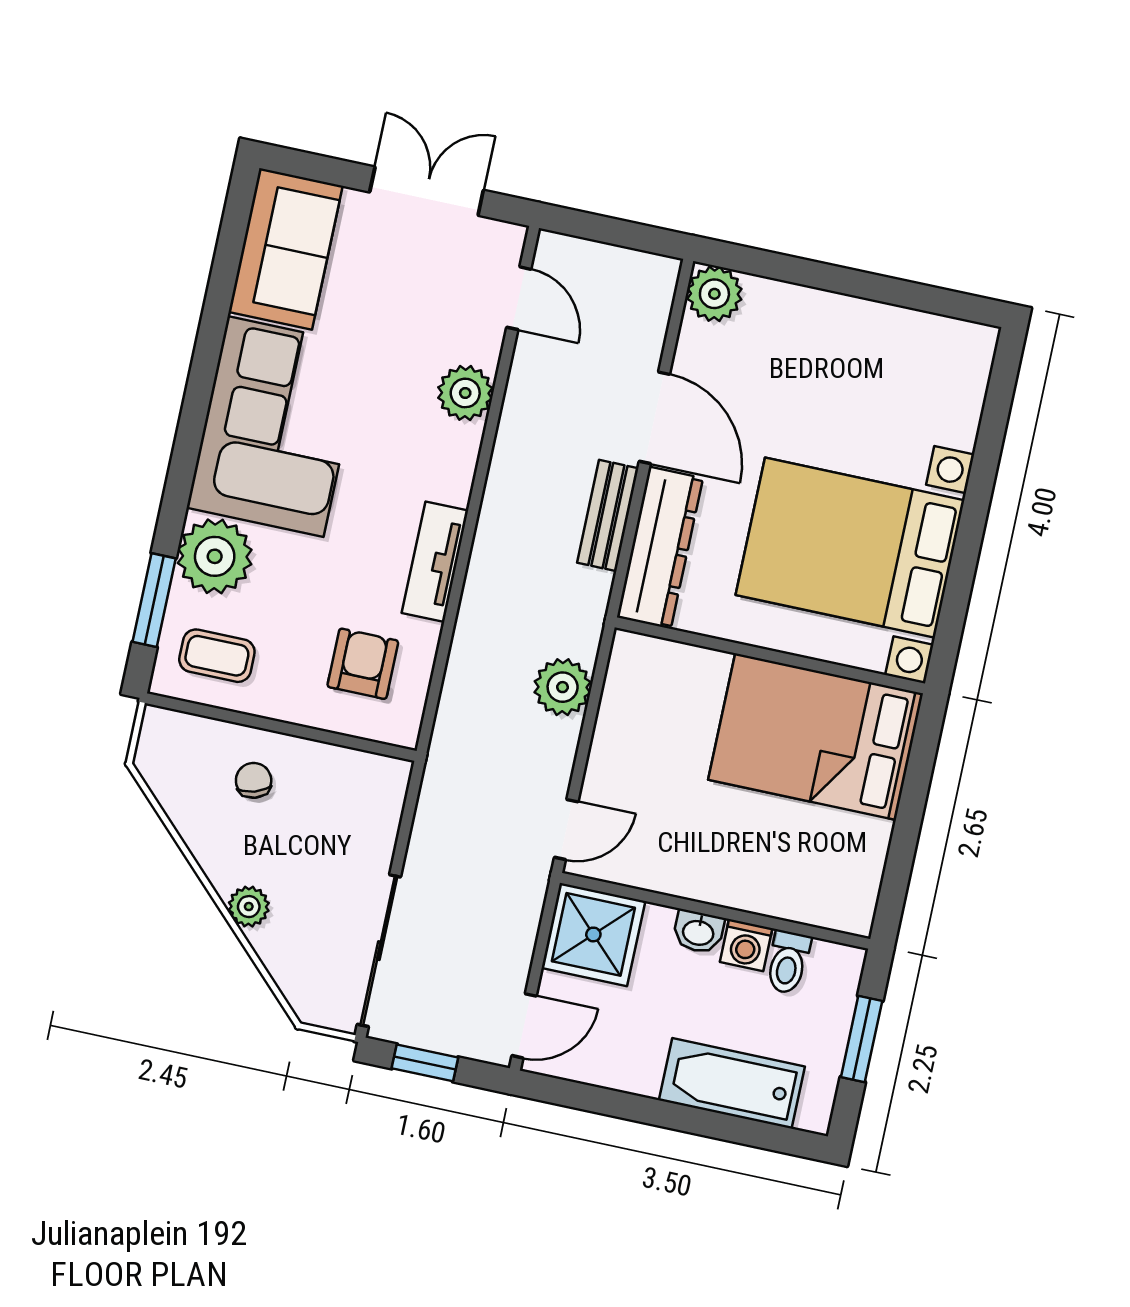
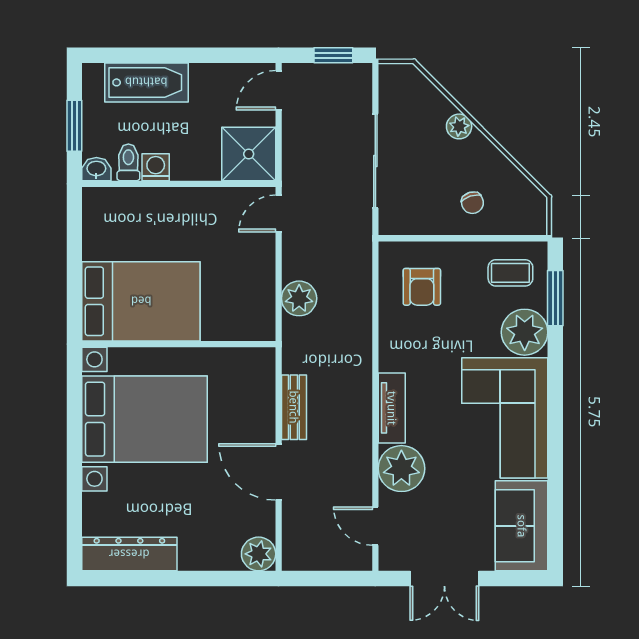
plant: (465, 393) -> (401, 469), width x1.36, depth x1.36
dresser: (660, 548) -> (129, 554), moved, turned 90
tv unit: (435, 562) -> (392, 408), moved
washbasin: (698, 932) -> (96, 169), moved
sliding door: (379, 951) -> (375, 161), moved

